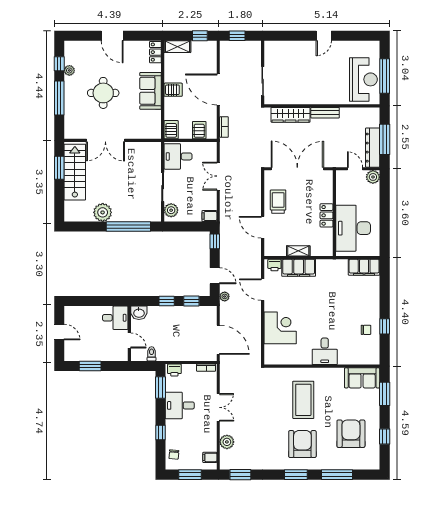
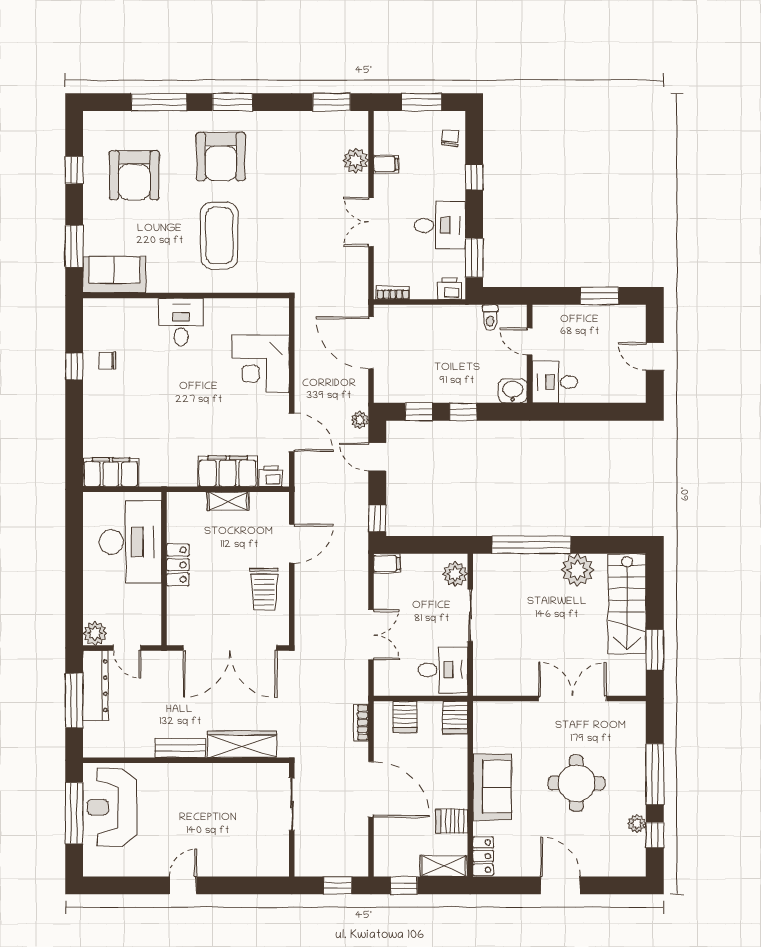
server rack: (173, 90) -> (452, 821), moved
stairs: (75, 172) -> (627, 604), moved
door: (263, 227) -> (292, 544), hinge flipped
filing cabinet: (210, 457) -> (386, 164), moved

